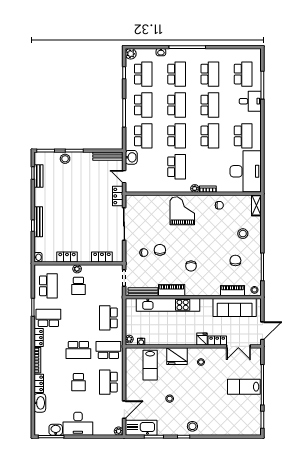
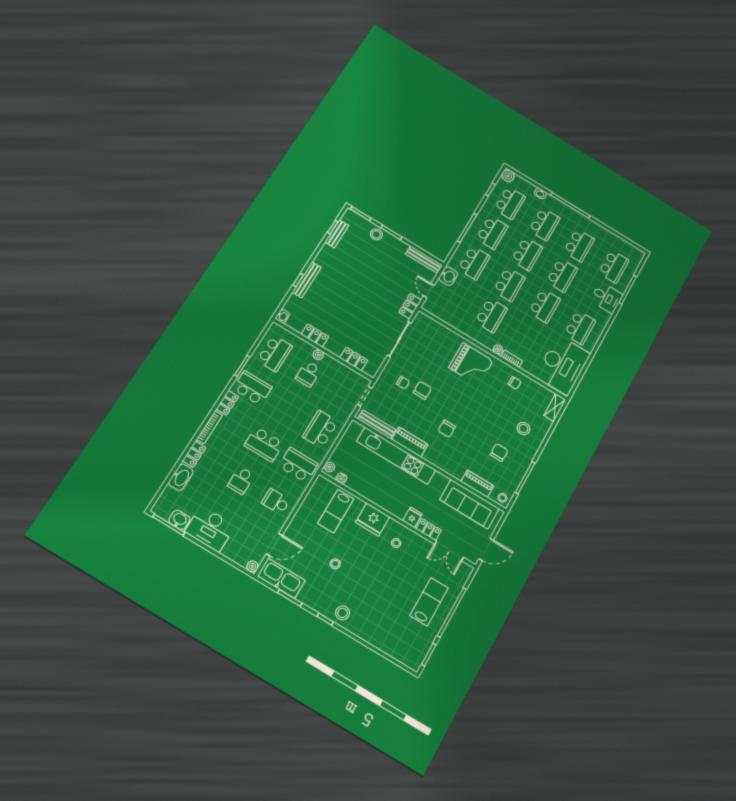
grand piano: (182, 211) -> (471, 364), turned 90
school desk: (108, 382) -> (276, 502), width x0.54
lab bench: (244, 387) -> (429, 602), turned 90

